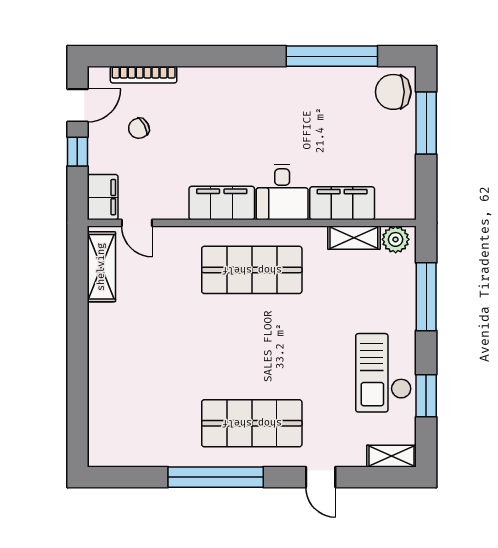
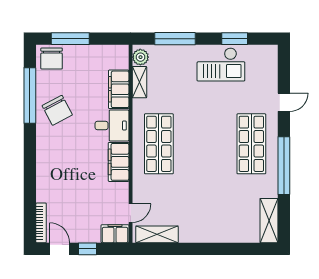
bookcase: (144, 75) -> (41, 223), moved
chair: (139, 128) -> (57, 110), moved, width x1.87, depth x1.87
shelving: (391, 456) -> (269, 221), moved, width x1.50, depth x1.33

